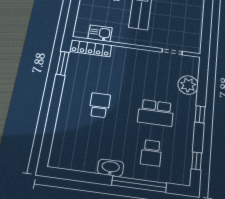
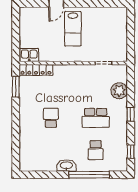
kitchen sink: (100, 33) -> (29, 55), moved

